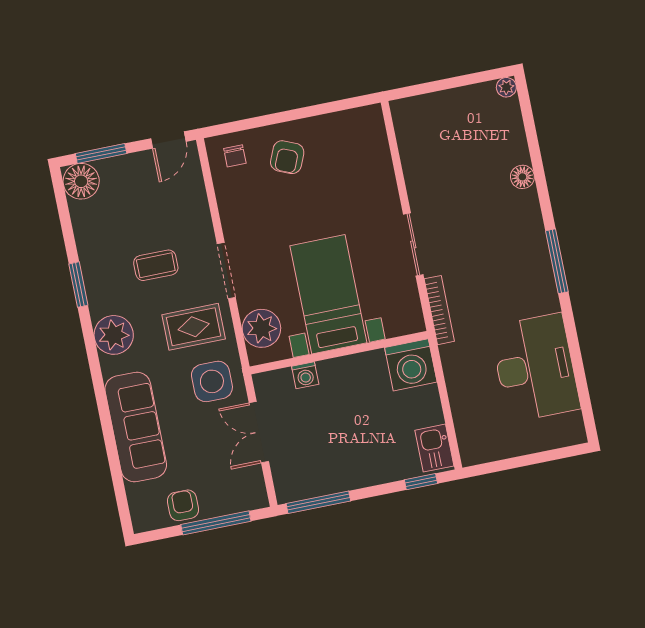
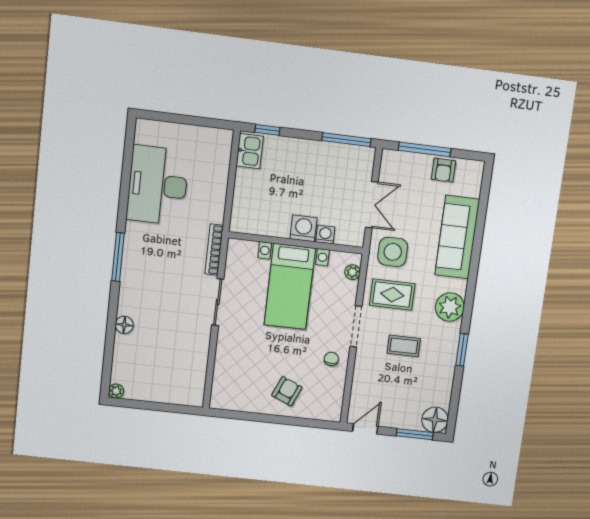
chair: (235, 156) -> (331, 359), moved
plant: (261, 328) -> (352, 272), width x0.53, depth x0.53
washing machine: (411, 365) -> (303, 228), moved, width x0.73, depth x0.73

